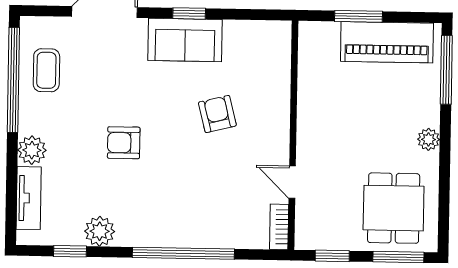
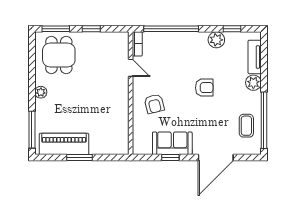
wall: (293, 135) -> (131, 93), moved
door: (292, 182) -> (131, 68), moved
bookcase: (279, 227) -> (137, 44), moved

